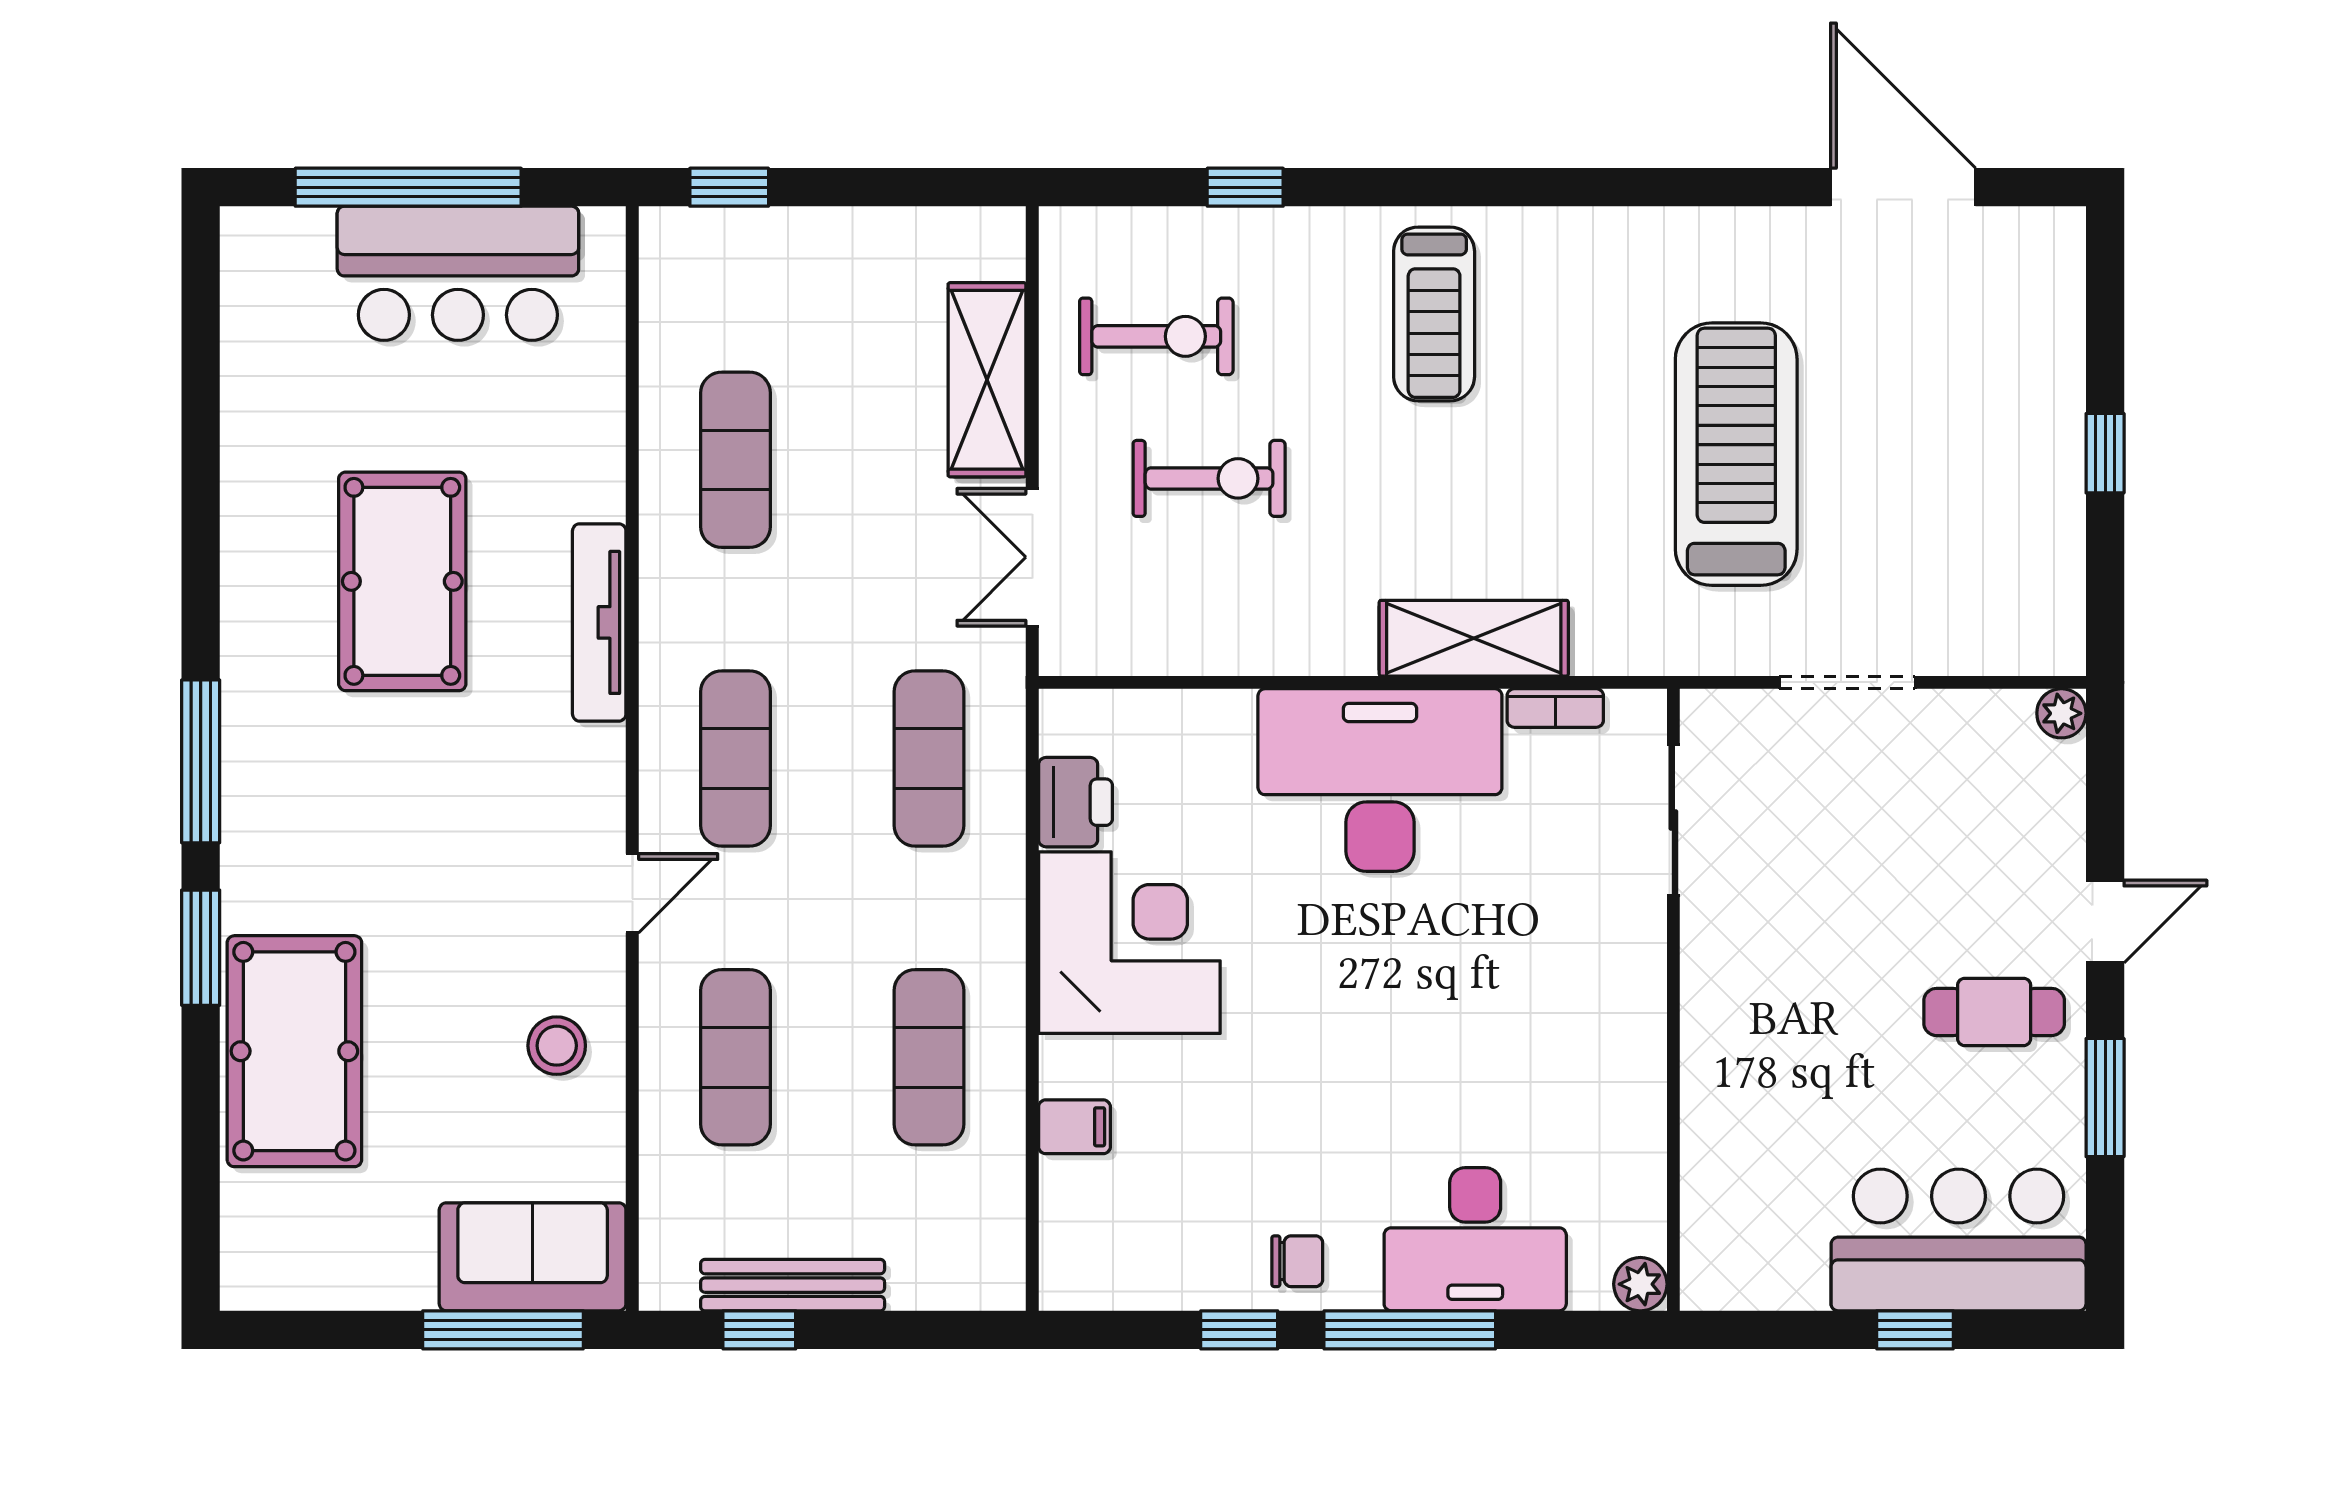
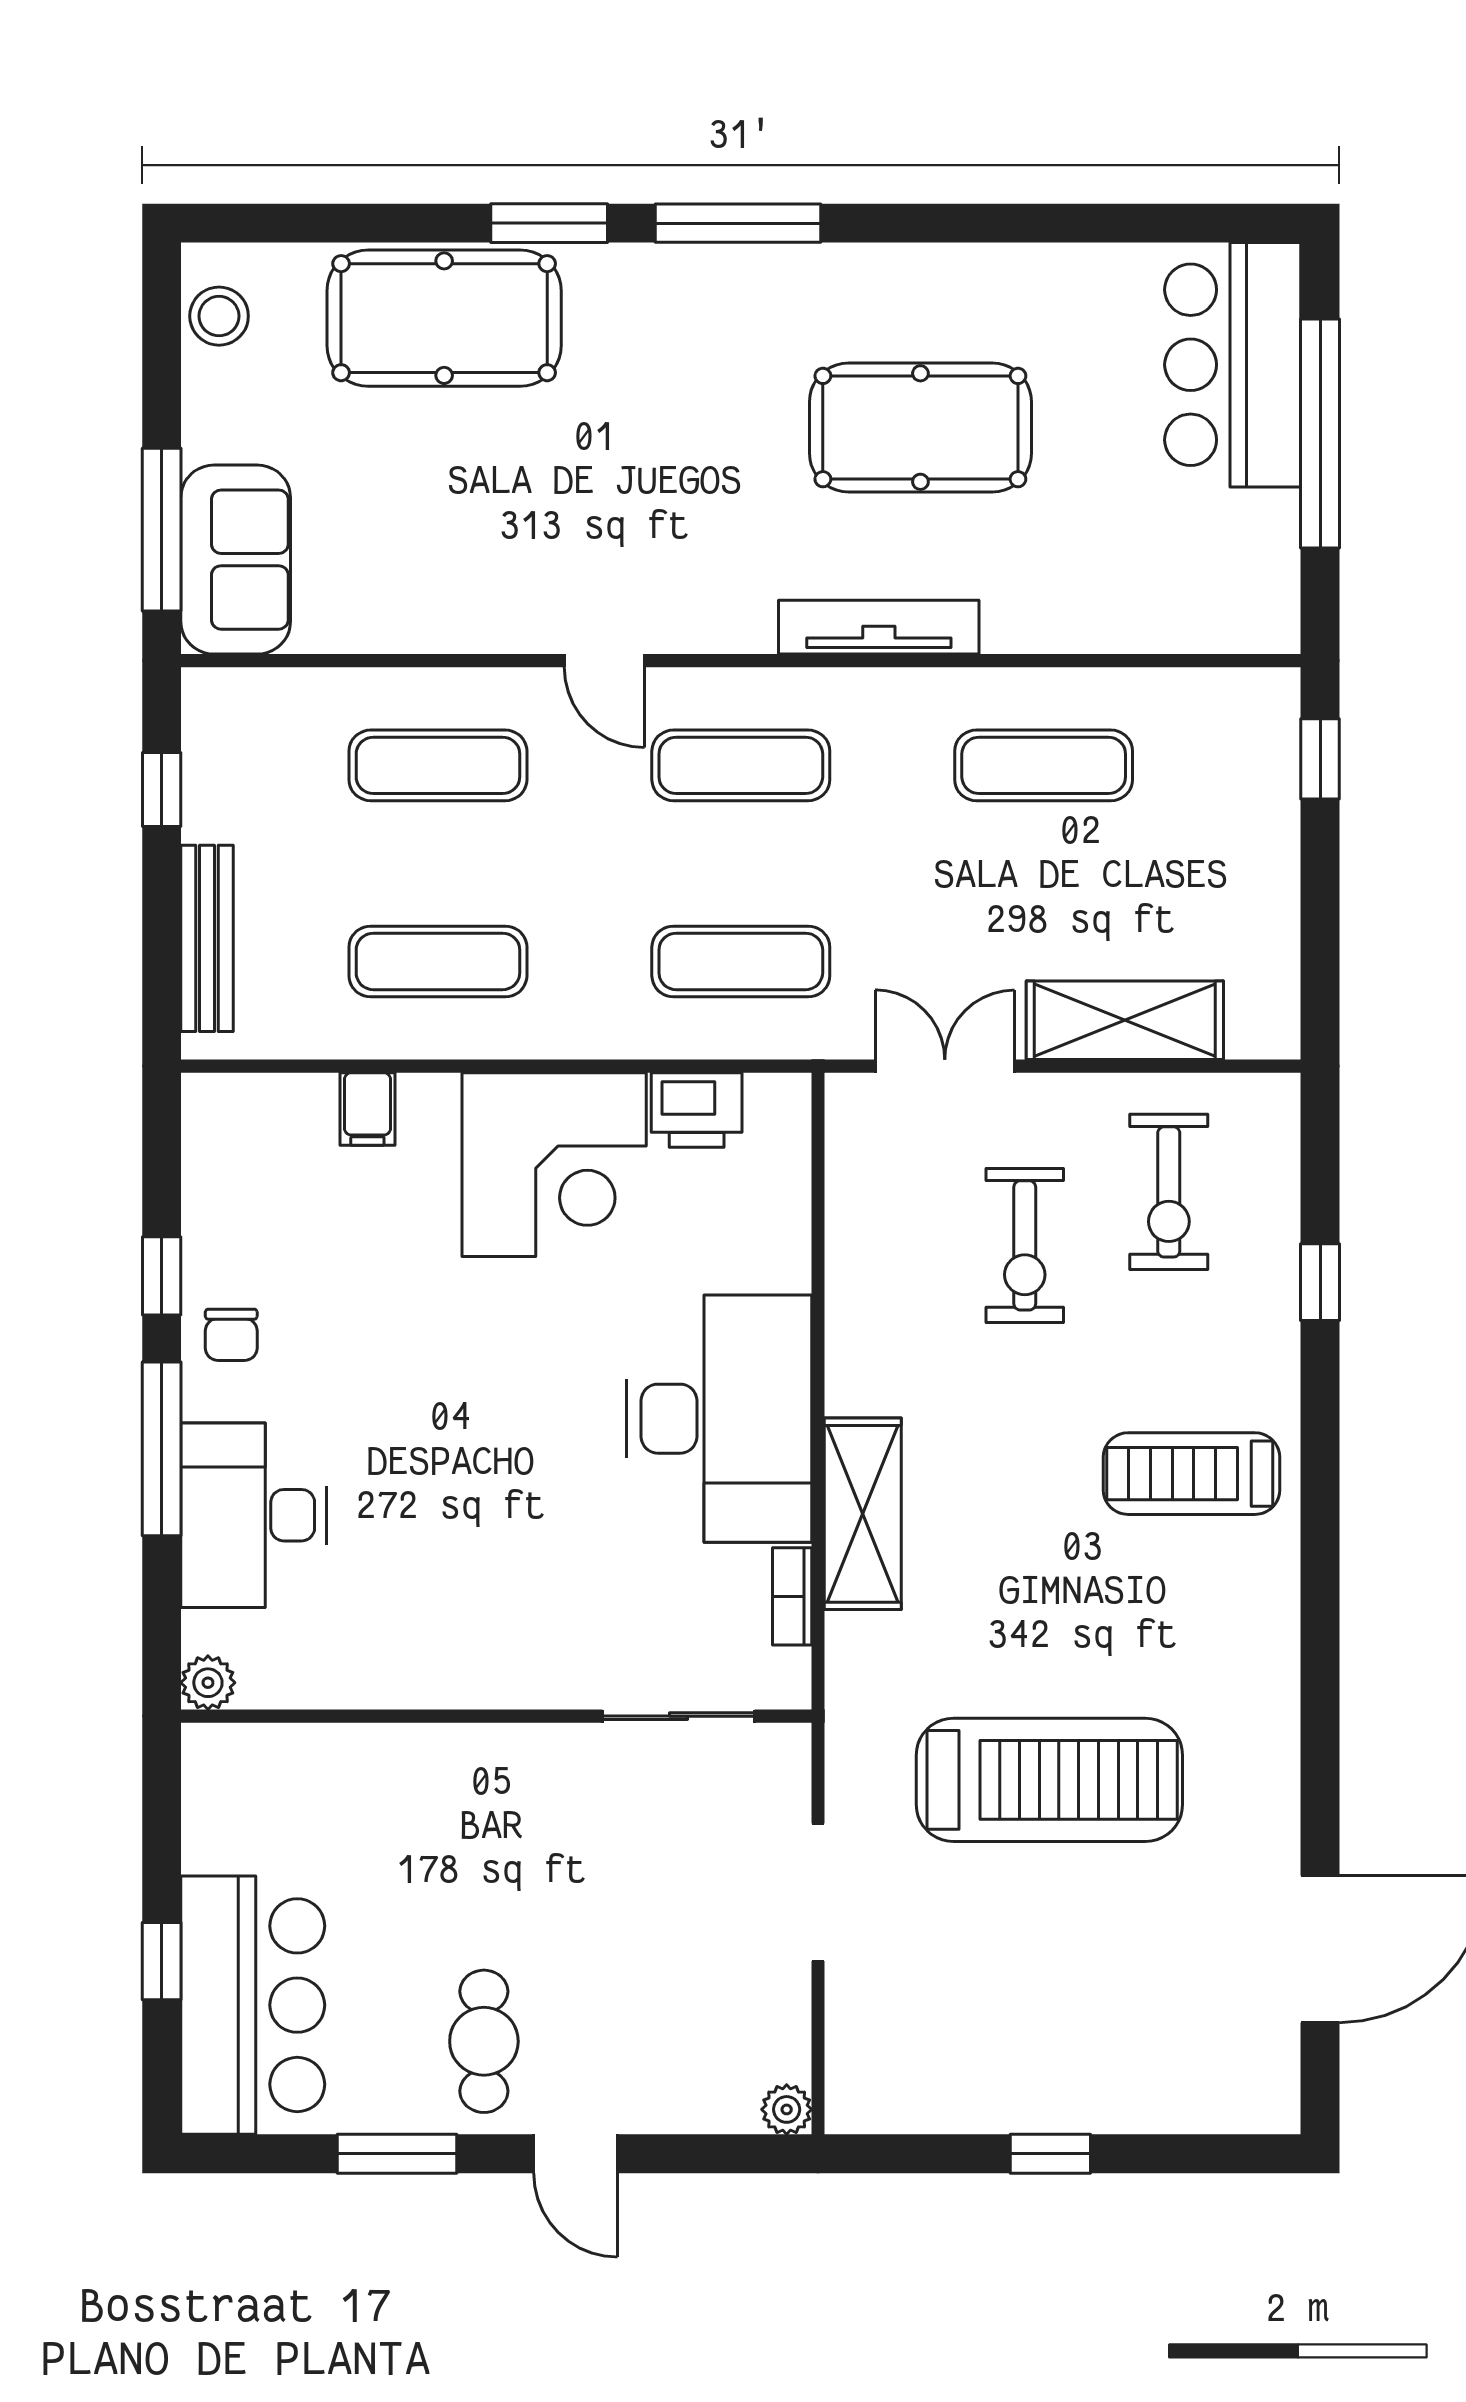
bar counter: (458, 273) -> (1233, 365), moved
stool: (557, 1046) -> (219, 316), moved
bench: (793, 1285) -> (207, 938), moved

